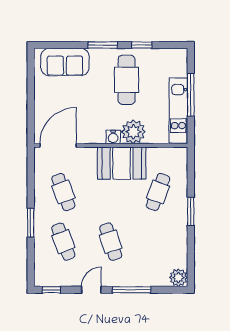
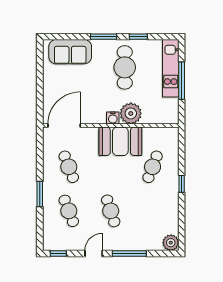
kitchen unit: (178, 111) -> (171, 68), moved
window: (191, 211) -> (182, 184), width x0.67

